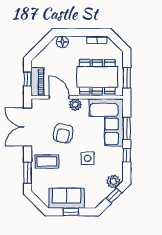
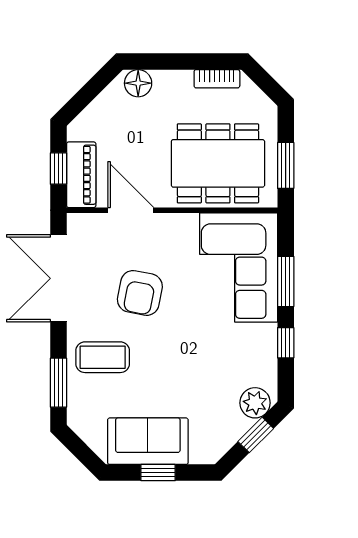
plant: (75, 105) -> (168, 227), removed
side table: (88, 158) -> (196, 350), removed

